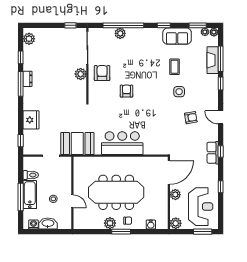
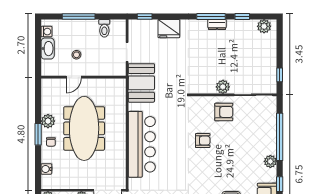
plant: (120, 33) -> (270, 161), moved
bar counter: (122, 143) -> (142, 144), width x1.36
bathtub: (30, 195) -> (81, 27), removed

